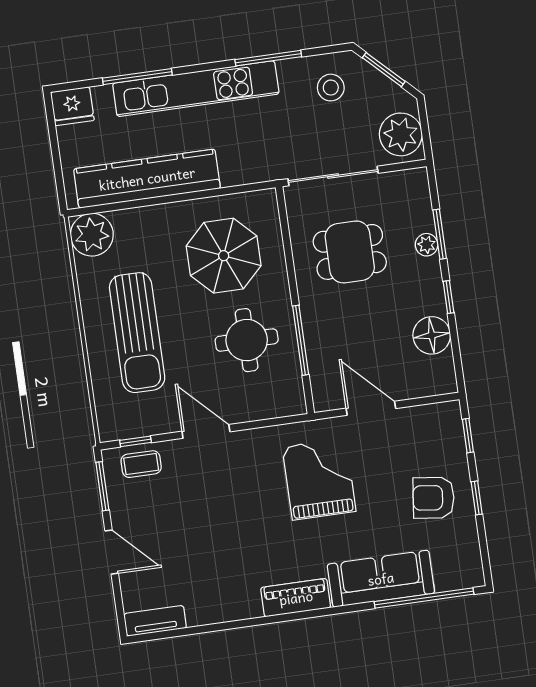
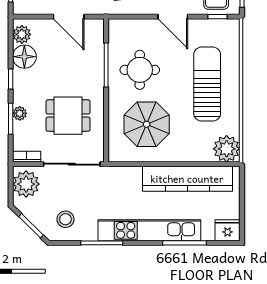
bookcase: (406, 178) -> (27, 157), added
plant: (441, 370) -> (22, 34), added

